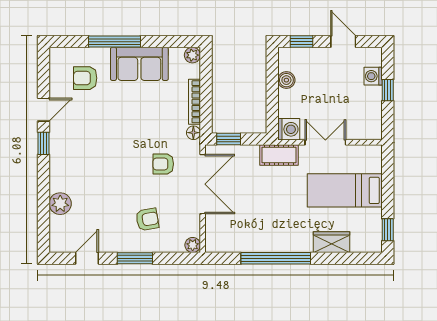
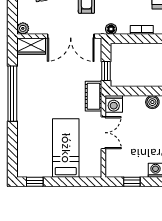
window: (388, 90) -> (132, 182), moved
bookcase: (194, 102) -> (142, 30), width x0.64
window: (229, 139) -> (106, 71), moved
wardrobe: (332, 242) -> (31, 46), moved, turned 90

